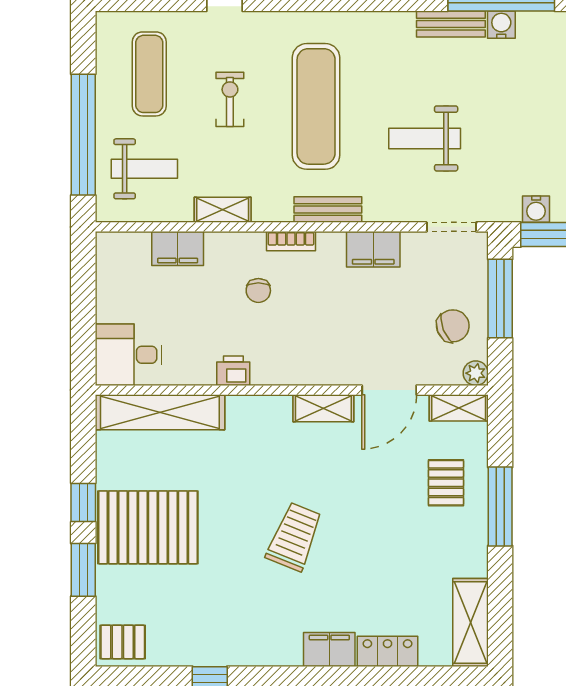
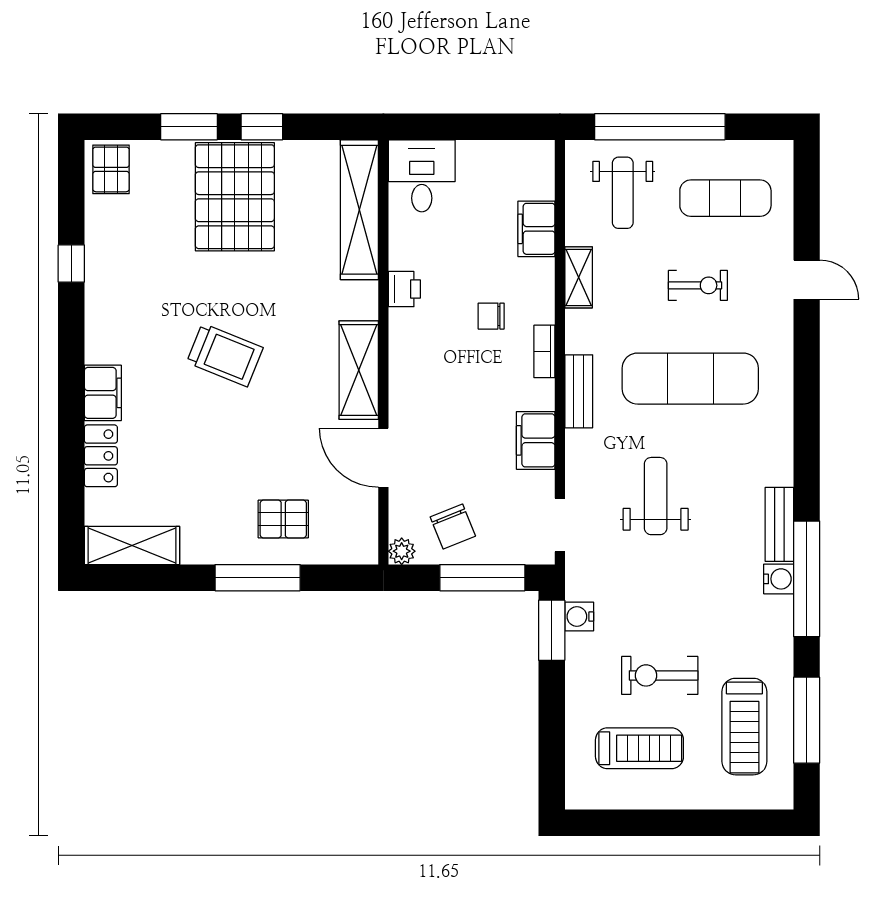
shelving: (323, 408) -> (359, 370), width x1.50, depth x1.33
shelving: (459, 408) -> (364, 533), removed

